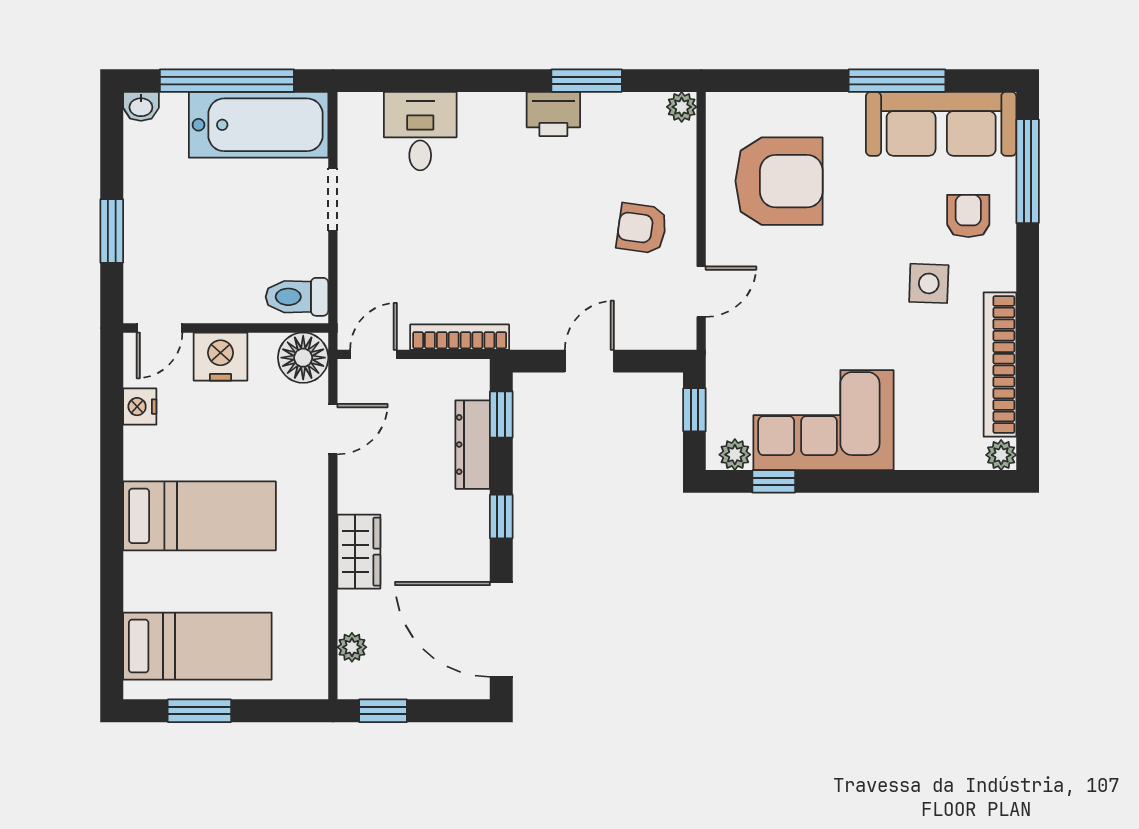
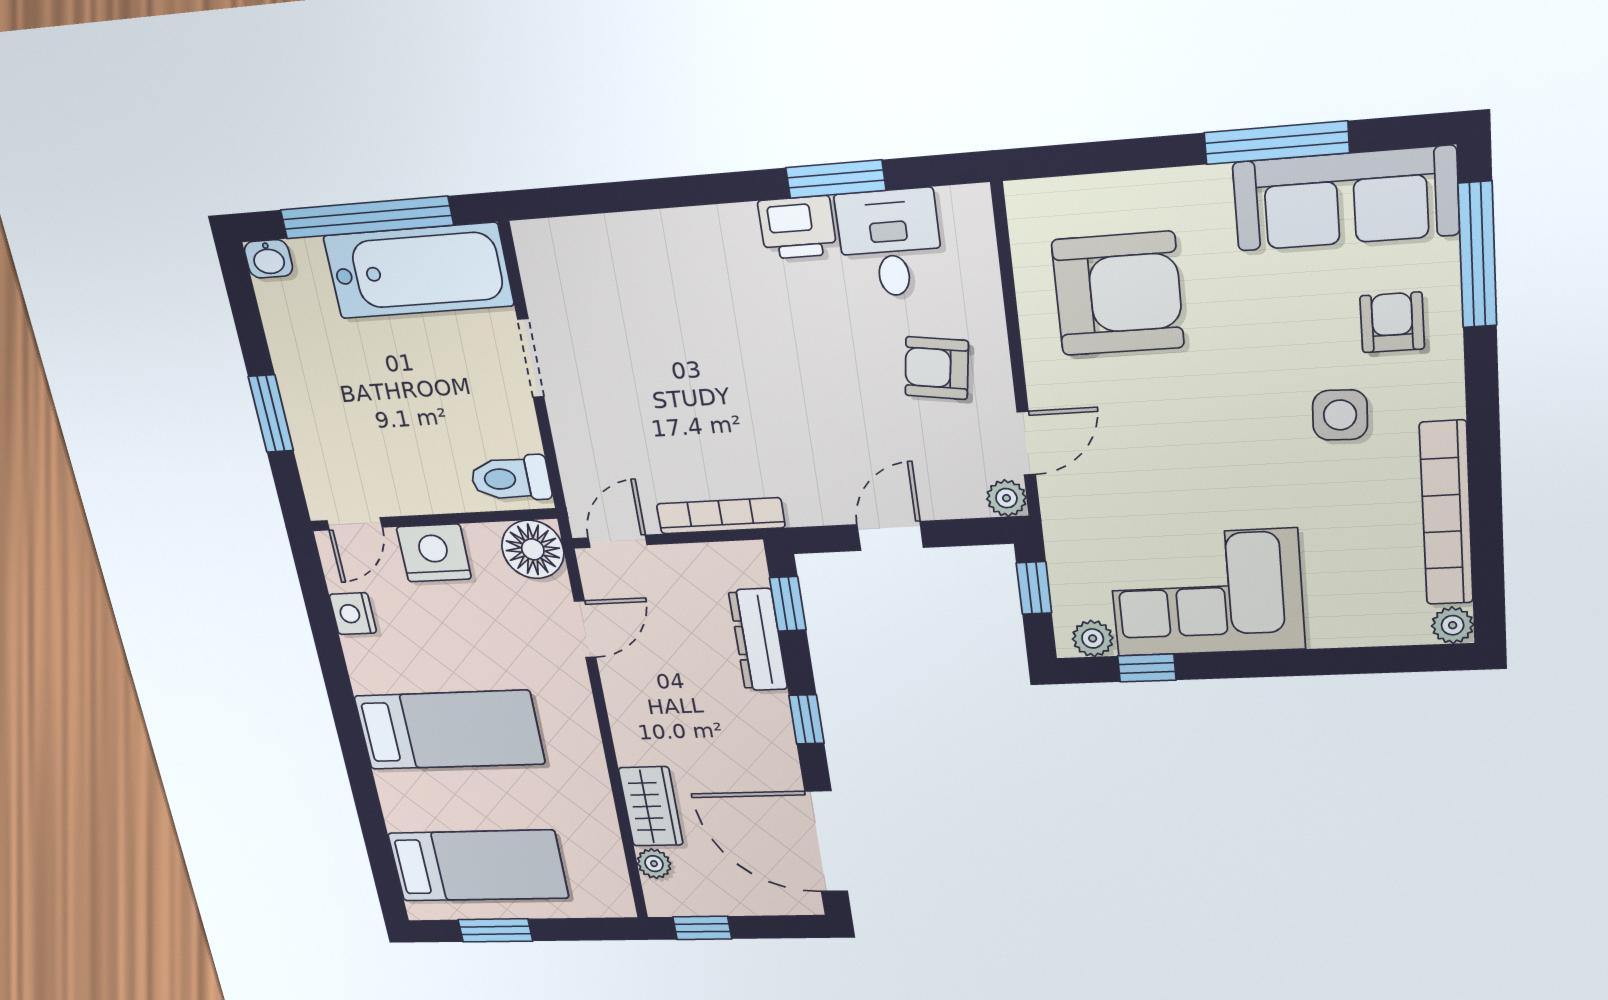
plant: (682, 107) -> (1006, 498), moved
desk: (420, 131) -> (890, 243), moved
wardrobe: (359, 552) -> (651, 806), moved

